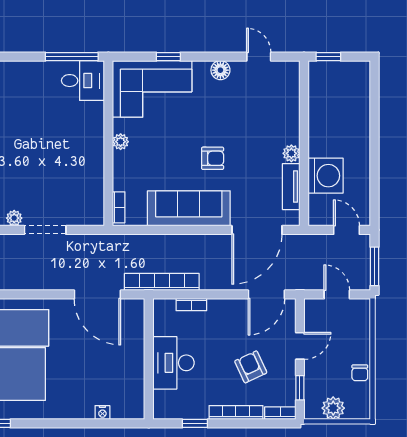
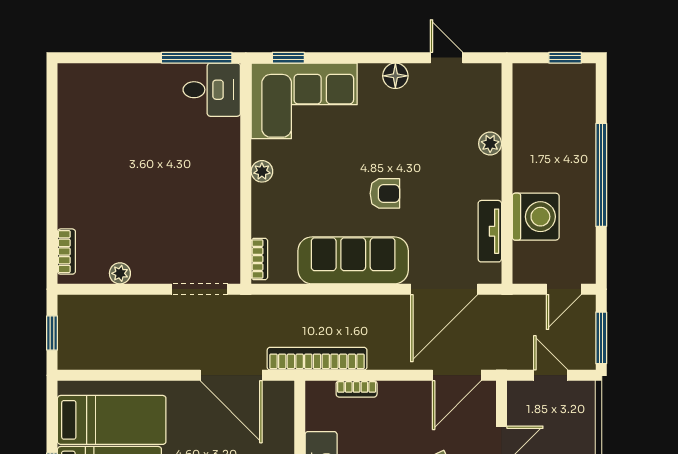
window: (168, 57) -> (288, 58), moved
window: (328, 57) -> (565, 58), moved
window: (375, 144) -> (601, 175), added
plant: (291, 153) -> (490, 144), moved
doorway: (45, 230) -> (200, 289), moved
door: (347, 230) -> (564, 289), swing flipped

